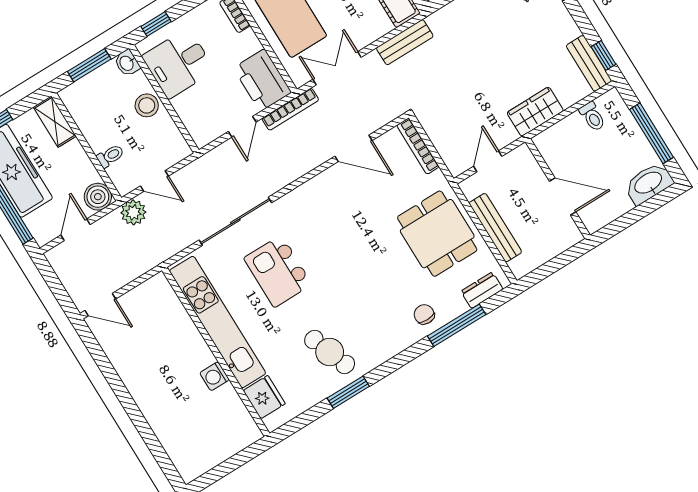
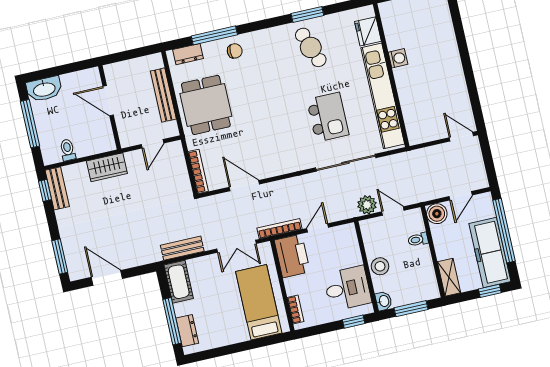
plant: (133, 212) -> (367, 205), moved
chair: (424, 314) -> (235, 51), turned -90

